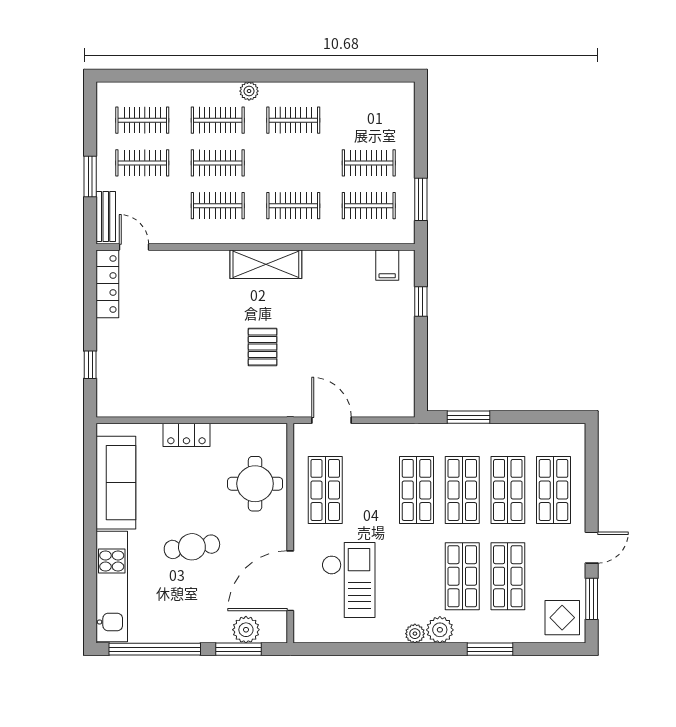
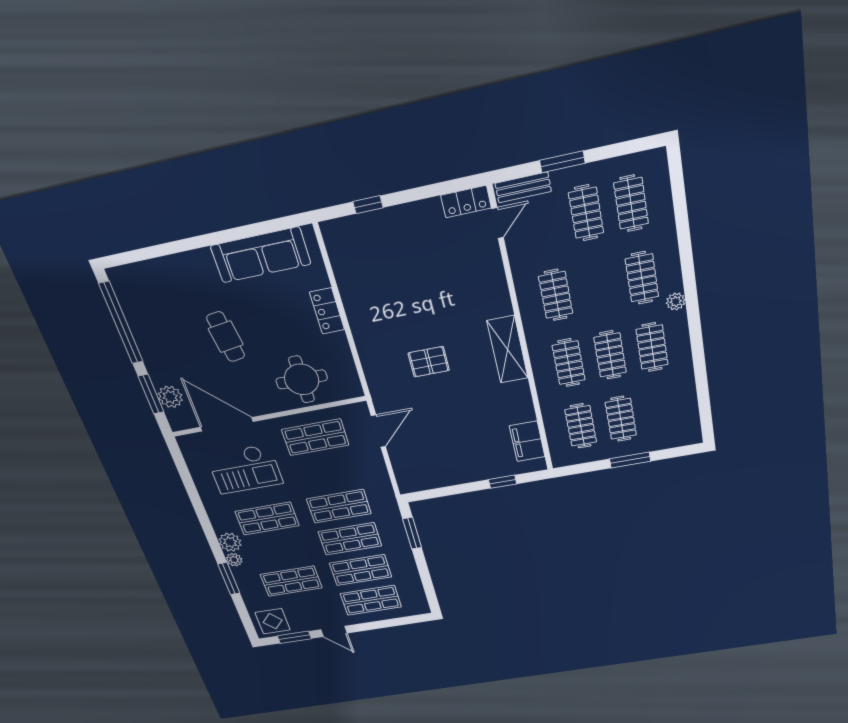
clothes rail: (218, 163) -> (610, 355), moved
window: (421, 199) -> (630, 460), moved
filing cabinet: (387, 265) -> (527, 441), width x2.00
locker: (107, 284) -> (466, 202), width x0.66
shop shelf: (462, 576) -> (267, 518), moved
kitchen unit: (112, 587) -> (162, 272), removed
plant: (415, 634) -> (234, 560), moved

